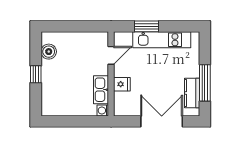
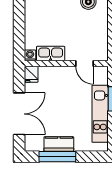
fridge: (122, 84) -> (31, 74), moved
kitchen counter: (192, 93) -> (59, 144), moved

